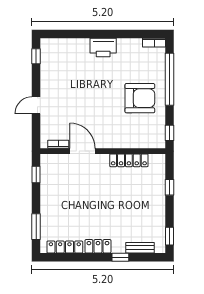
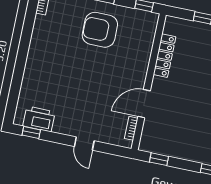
printer: (103, 47) -> (39, 119), moved, turned -90
armchair: (140, 98) -> (100, 30), turned -90

